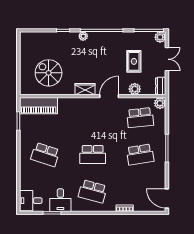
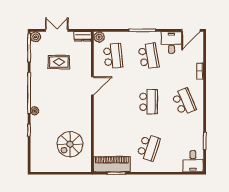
wardrobe: (85, 89) -> (86, 109), removed
plant: (135, 89) -> (85, 61), removed
door: (109, 96) -> (92, 86), swing flipped
piano: (39, 106) -> (112, 164), moved, turned -90
school desk: (93, 191) -> (184, 102), turned -39
desk: (60, 200) -> (171, 42), moved, turned -90

